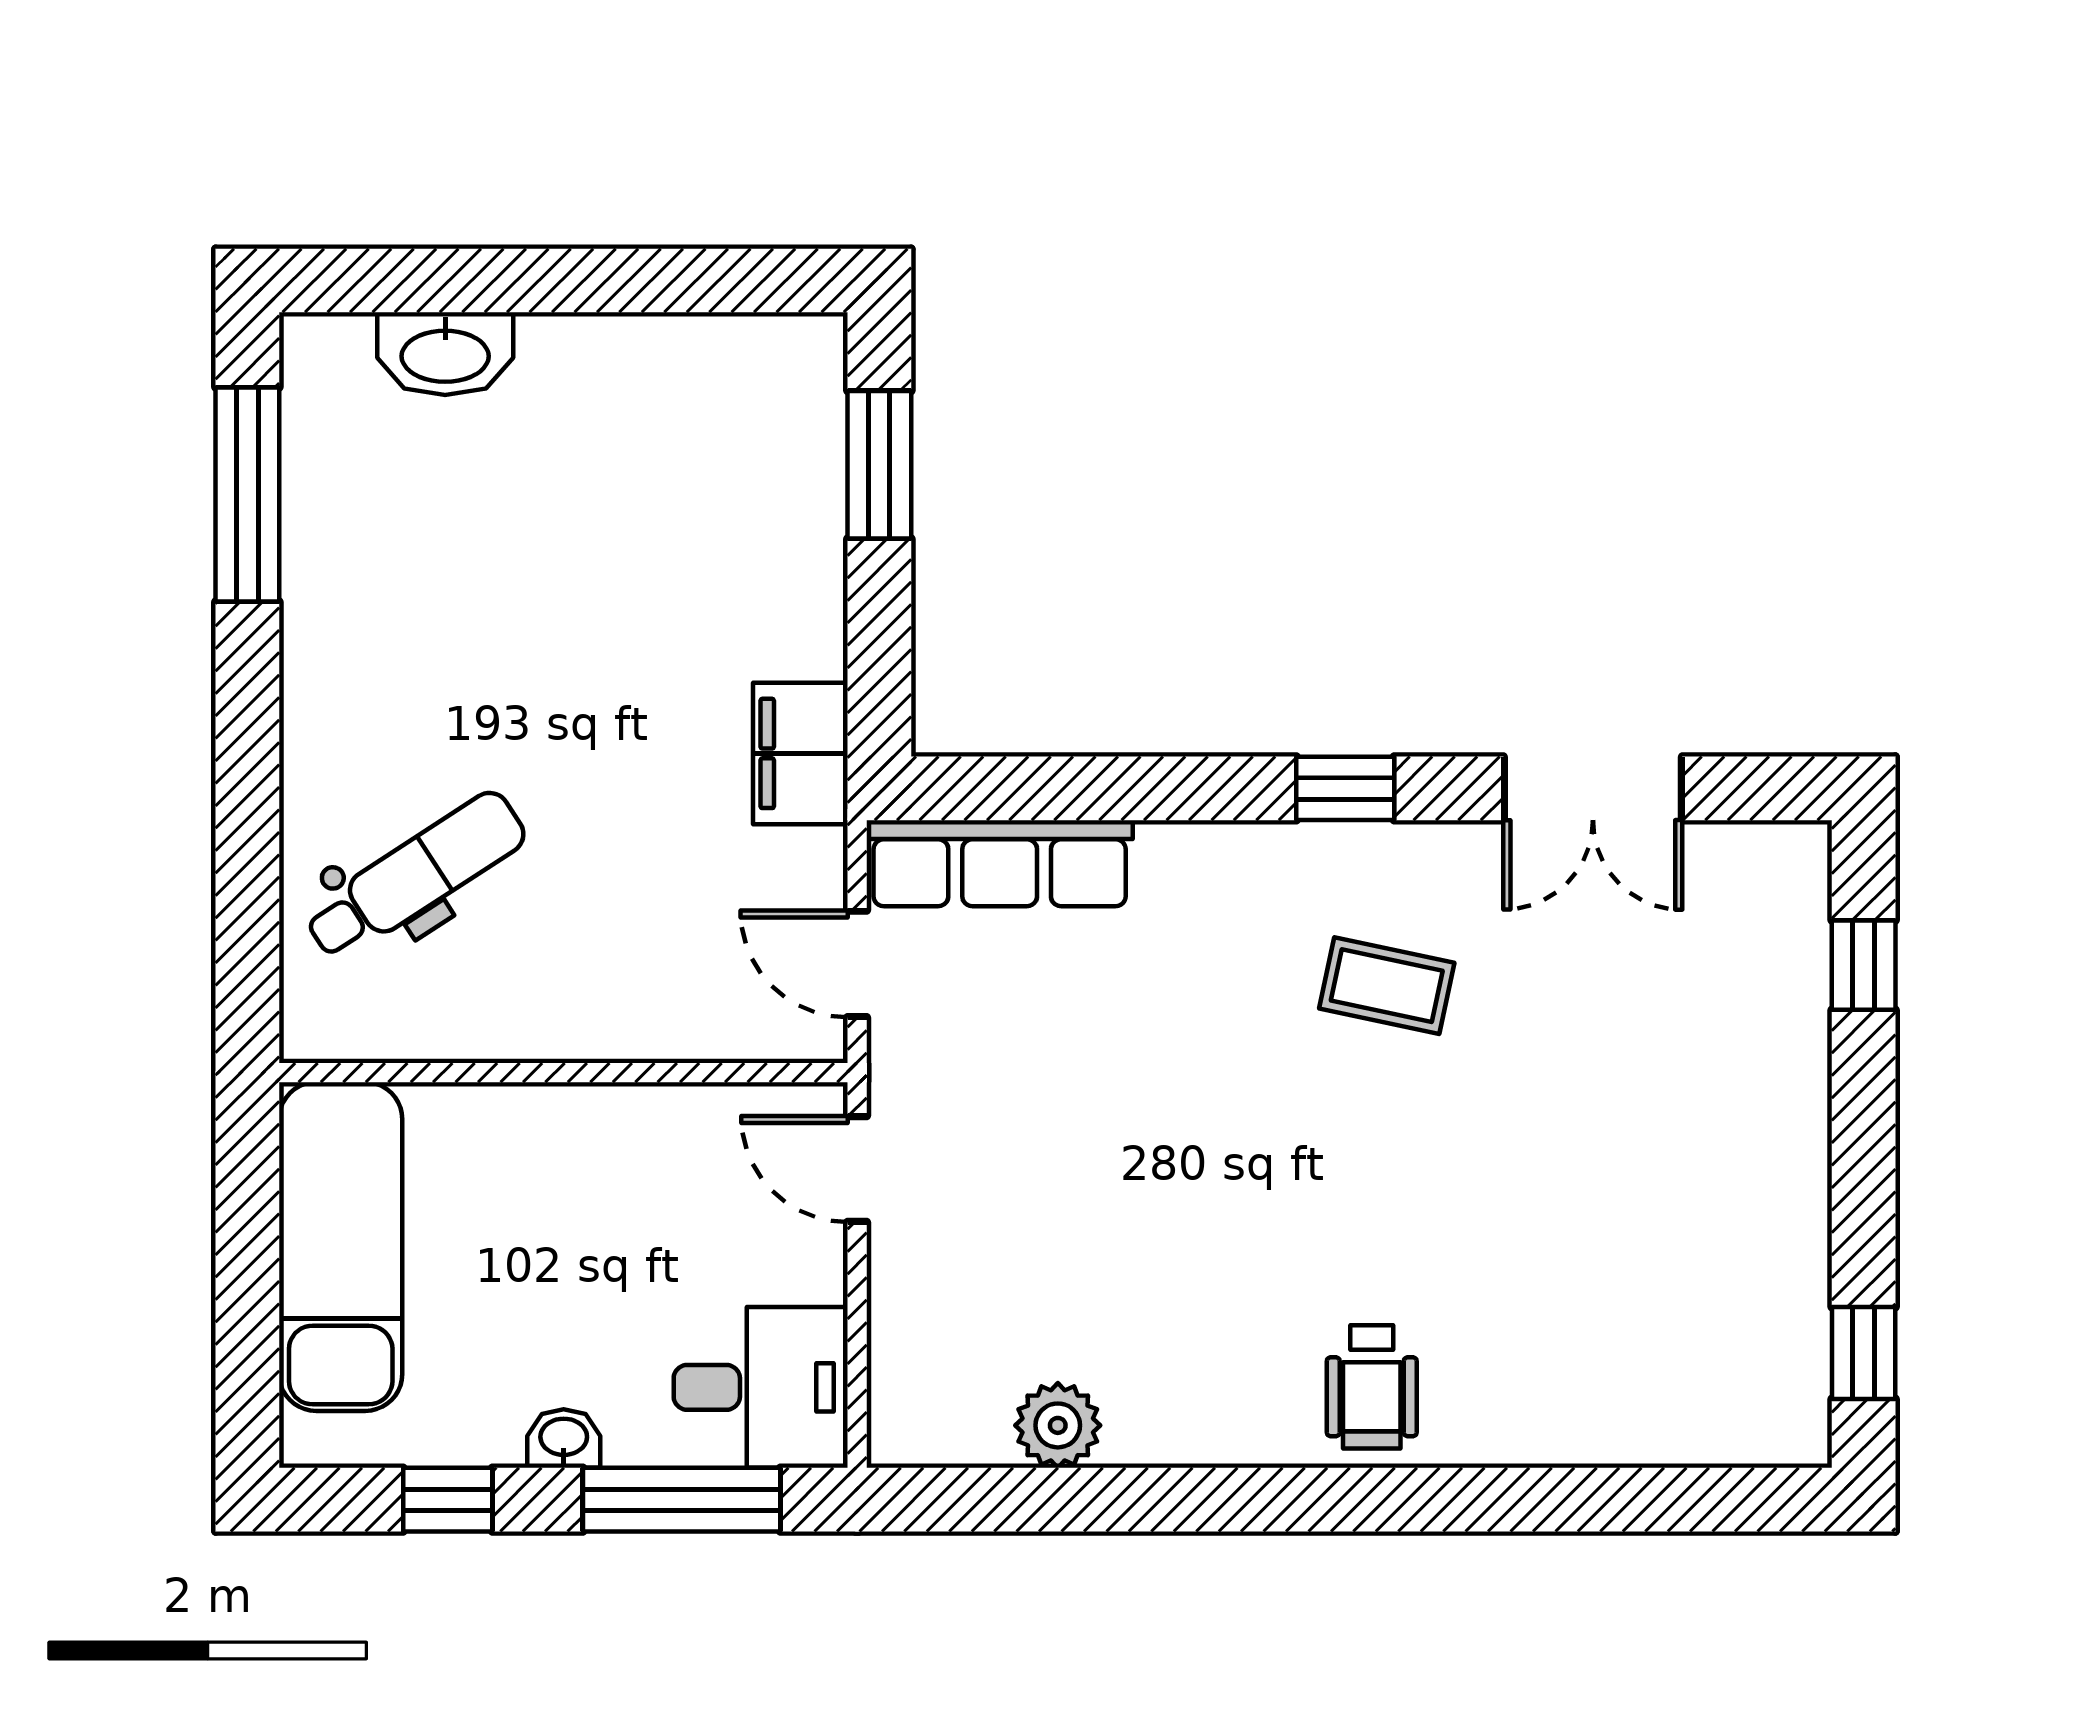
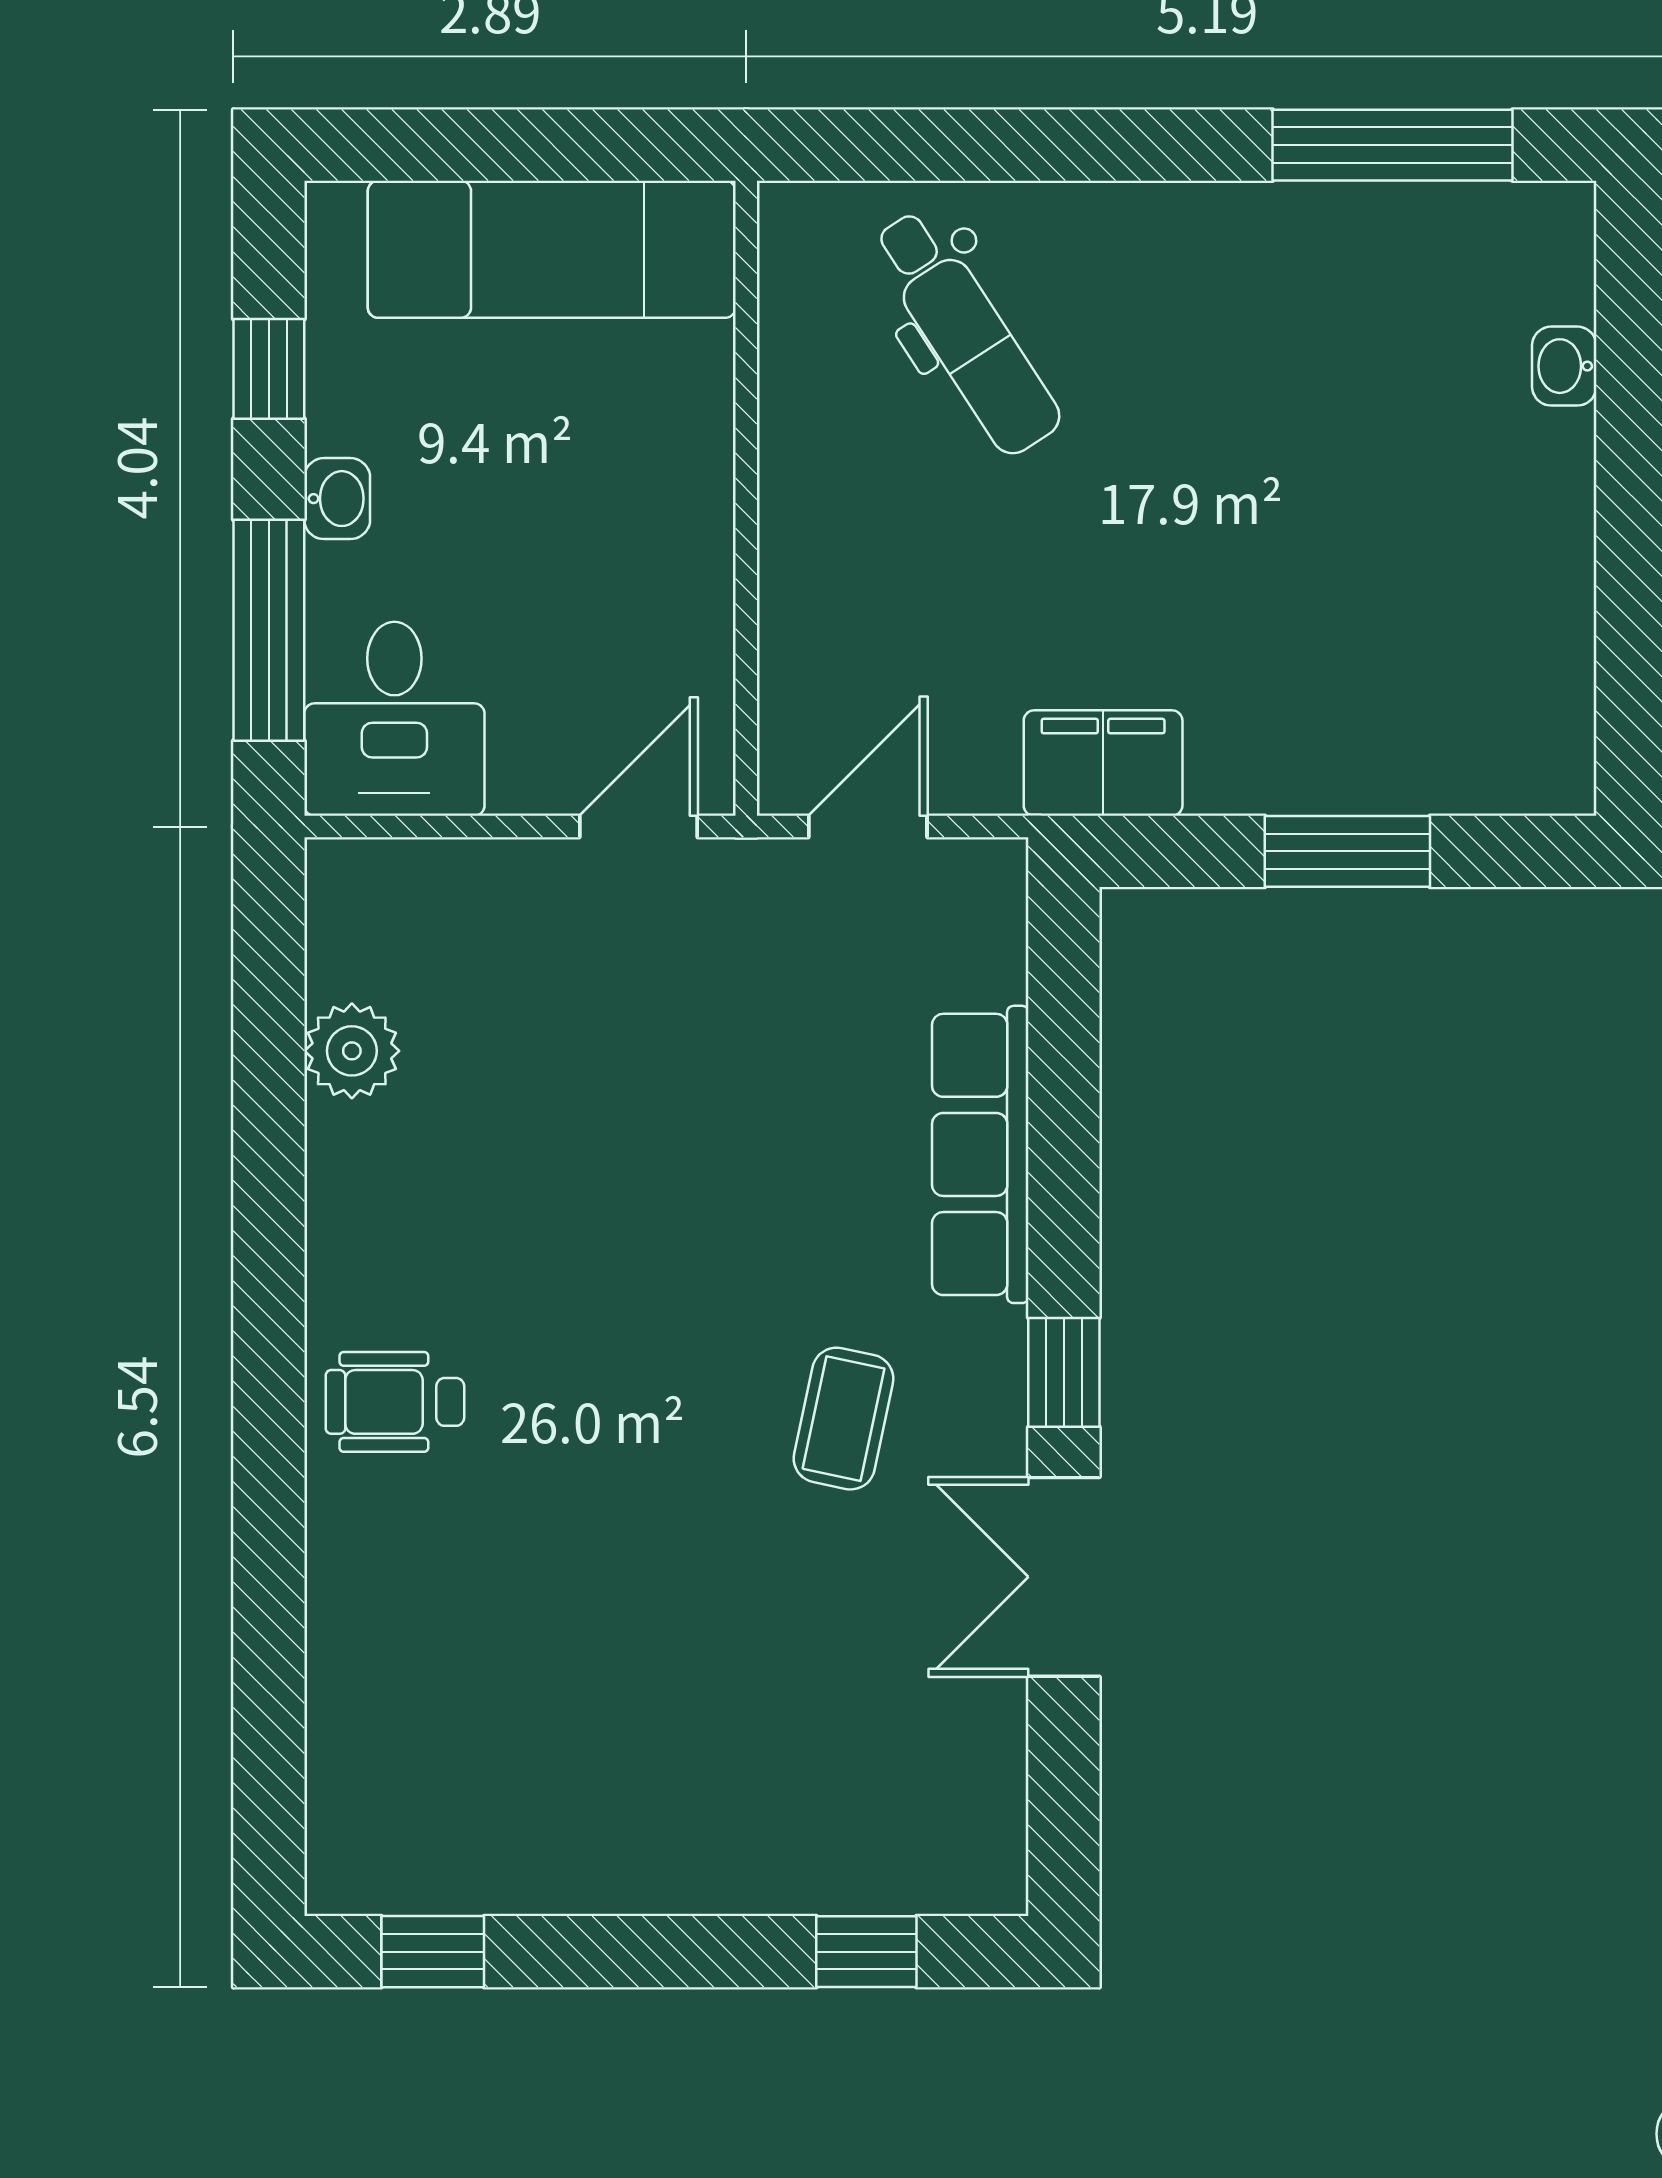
washbasin: (445, 354) -> (1564, 366), width x0.52, depth x0.69
window: (879, 465) -> (1347, 851), moved
double door: (1593, 788) -> (1064, 1577), moved
row of seats: (1000, 863) -> (980, 1154), moved

